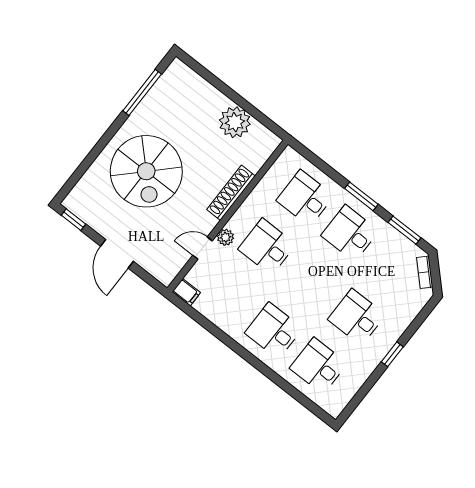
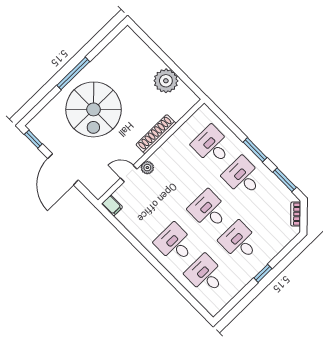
window: (142, 92) -> (73, 73), moved
desk: (267, 247) -> (209, 210), moved
door: (117, 254) -> (63, 169), width x1.36

